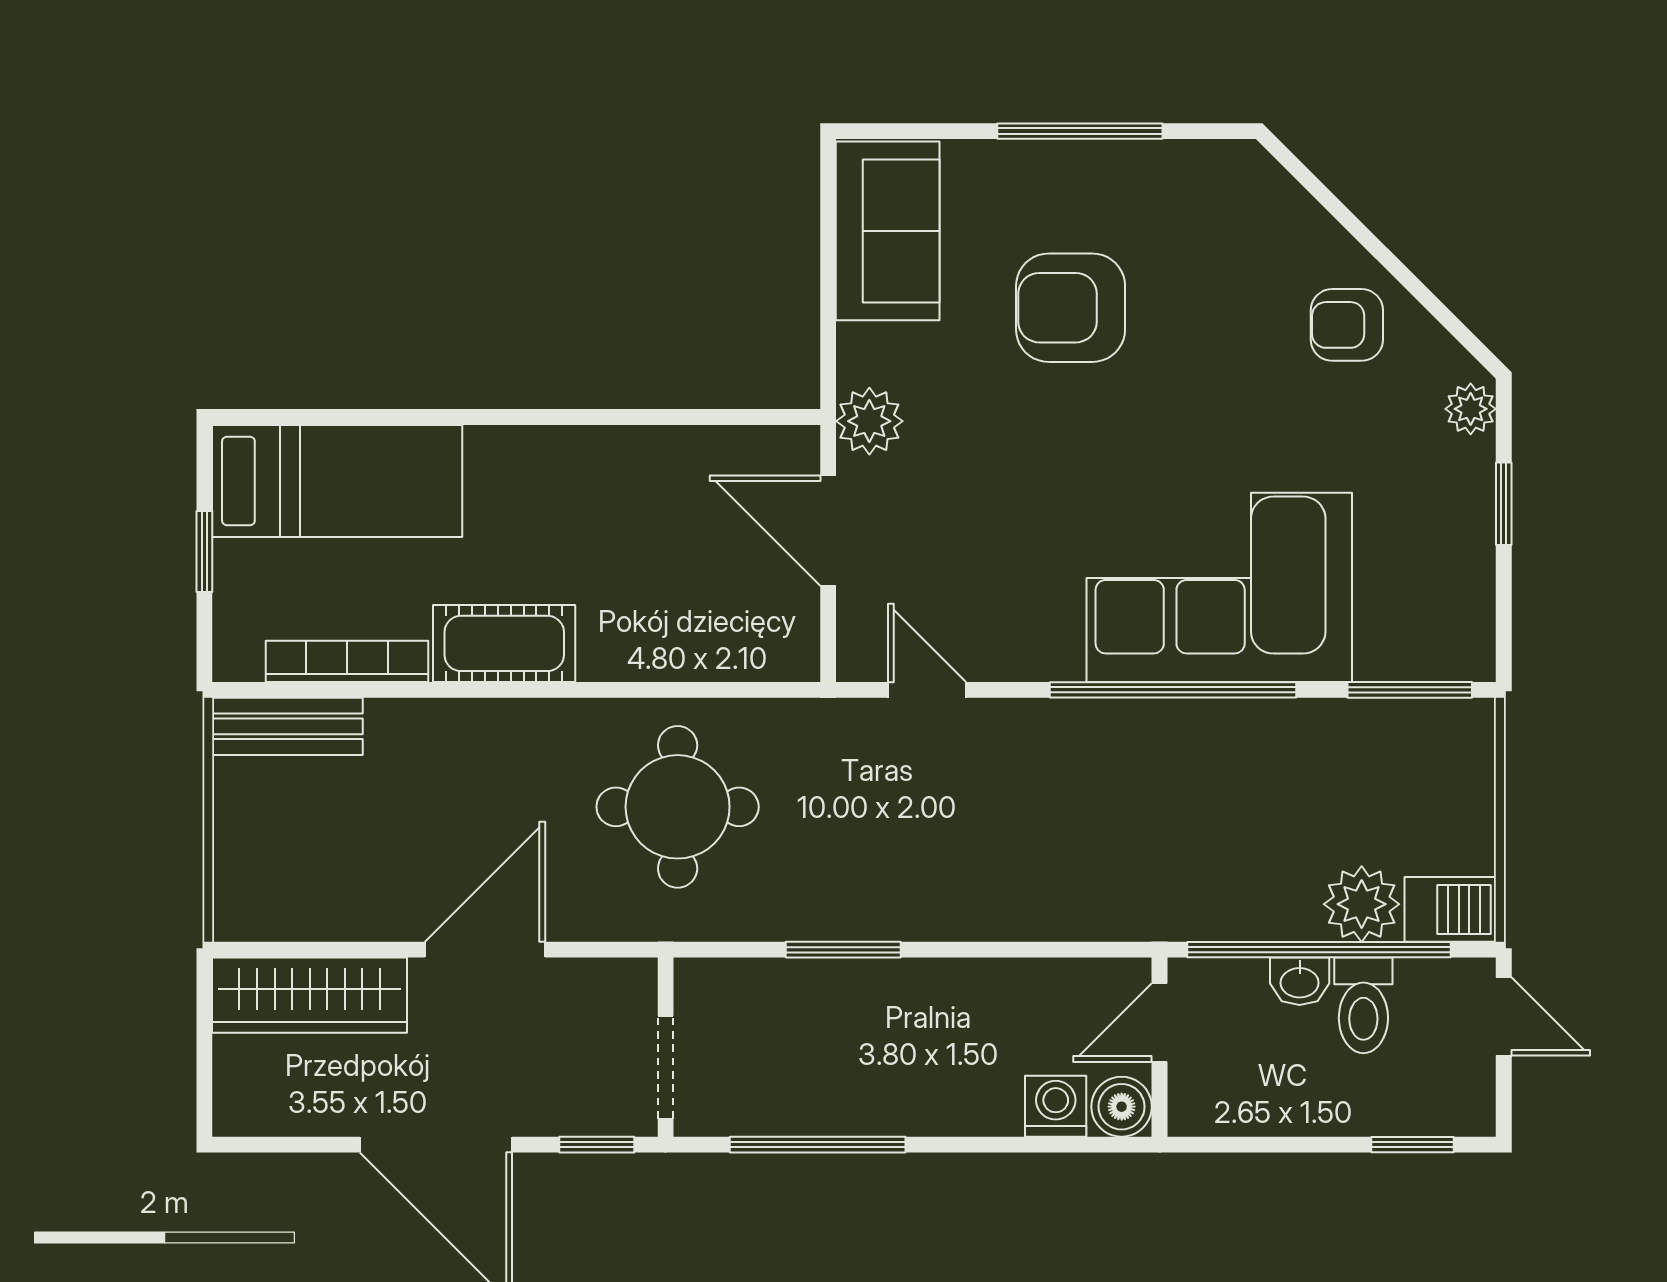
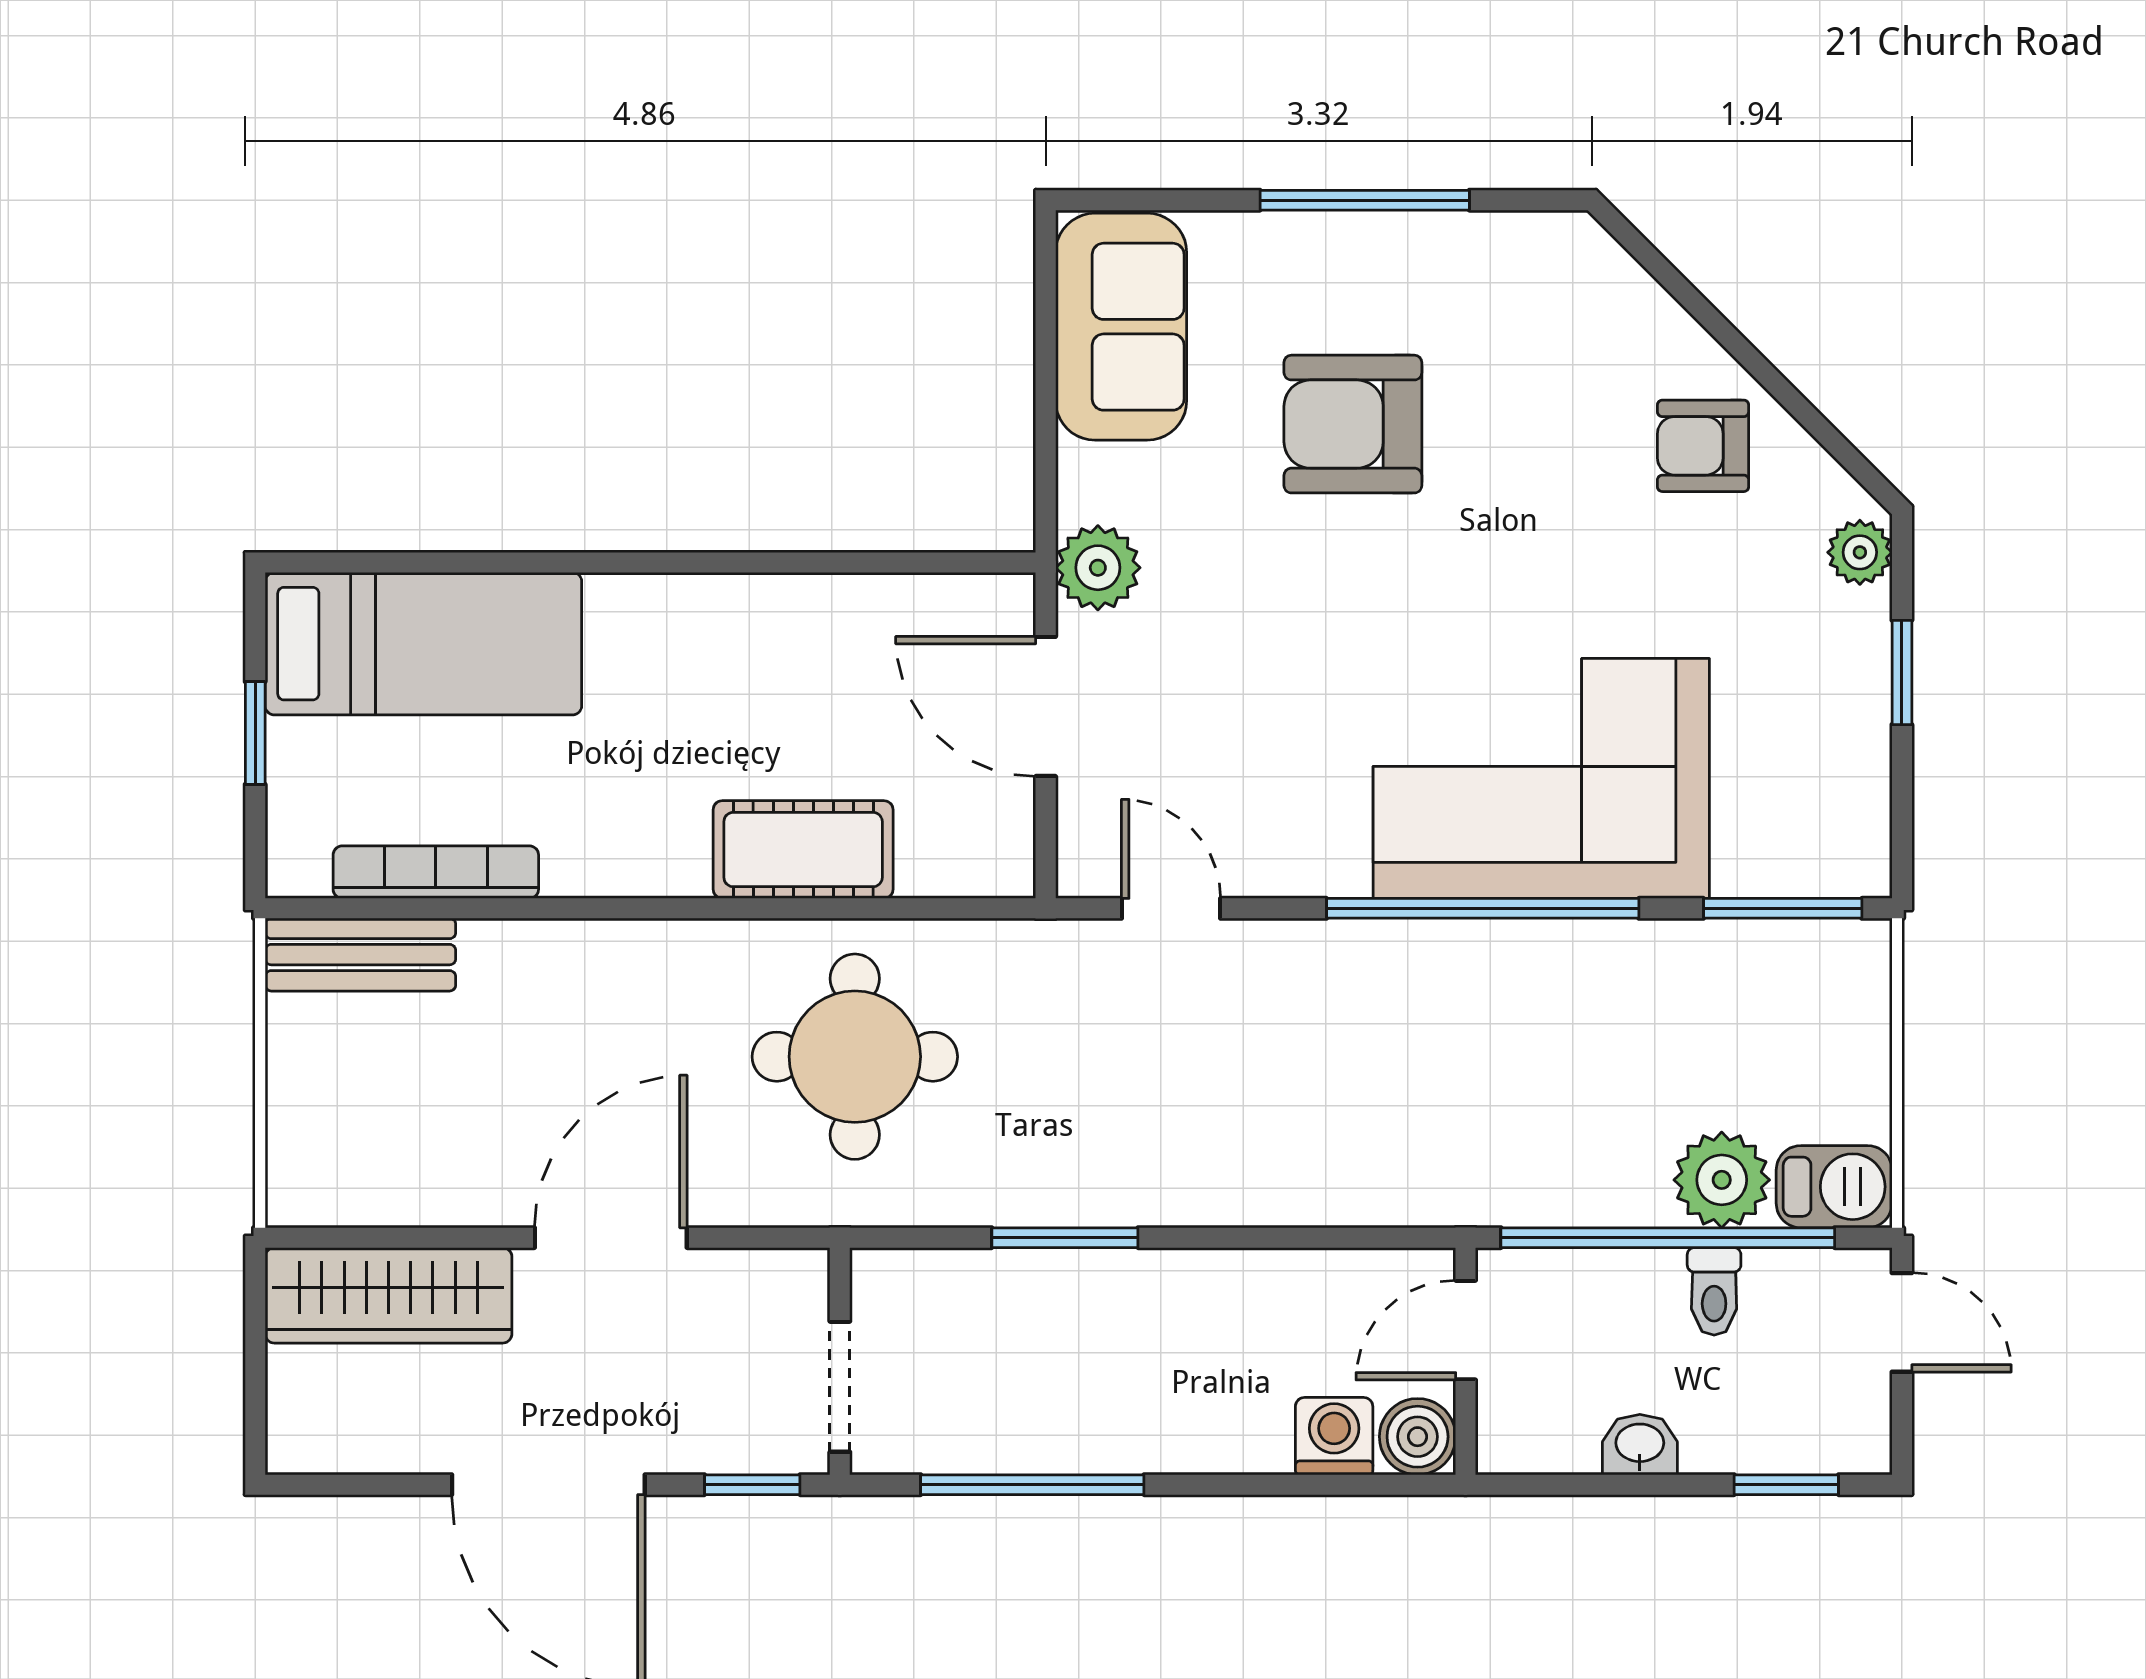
cot: (504, 643) -> (803, 850), moved
washbasin: (1300, 981) -> (1640, 1445), moved, turned 180
toilet: (1363, 1005) -> (1714, 1291), width x0.73, depth x0.72

